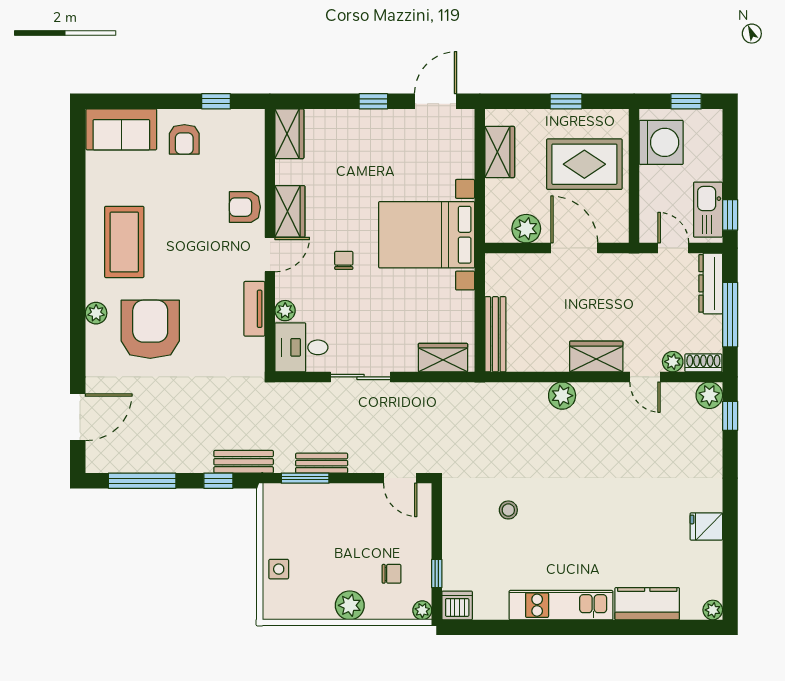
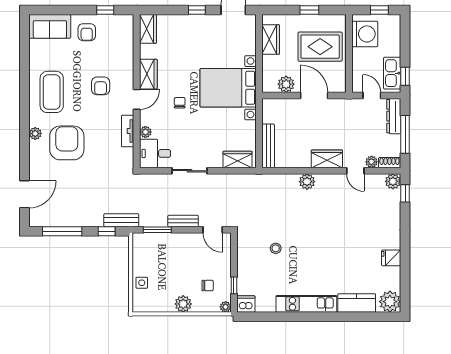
armchair: (245, 207) -> (101, 86), moved, turned -90
bench: (322, 463) -> (183, 221), moved
plant: (713, 610) -> (390, 302), width x1.88, depth x1.88

